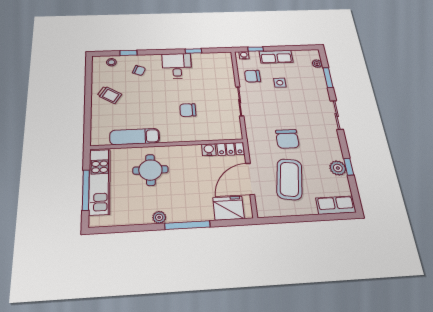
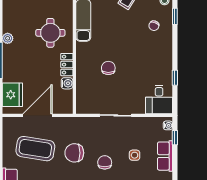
desk: (177, 66) -> (159, 100), moved, turned 90
chair: (252, 76) -> (105, 162), moved
locker: (230, 149) -> (67, 65), moved
door: (250, 179) -> (38, 115), hinge flipped

